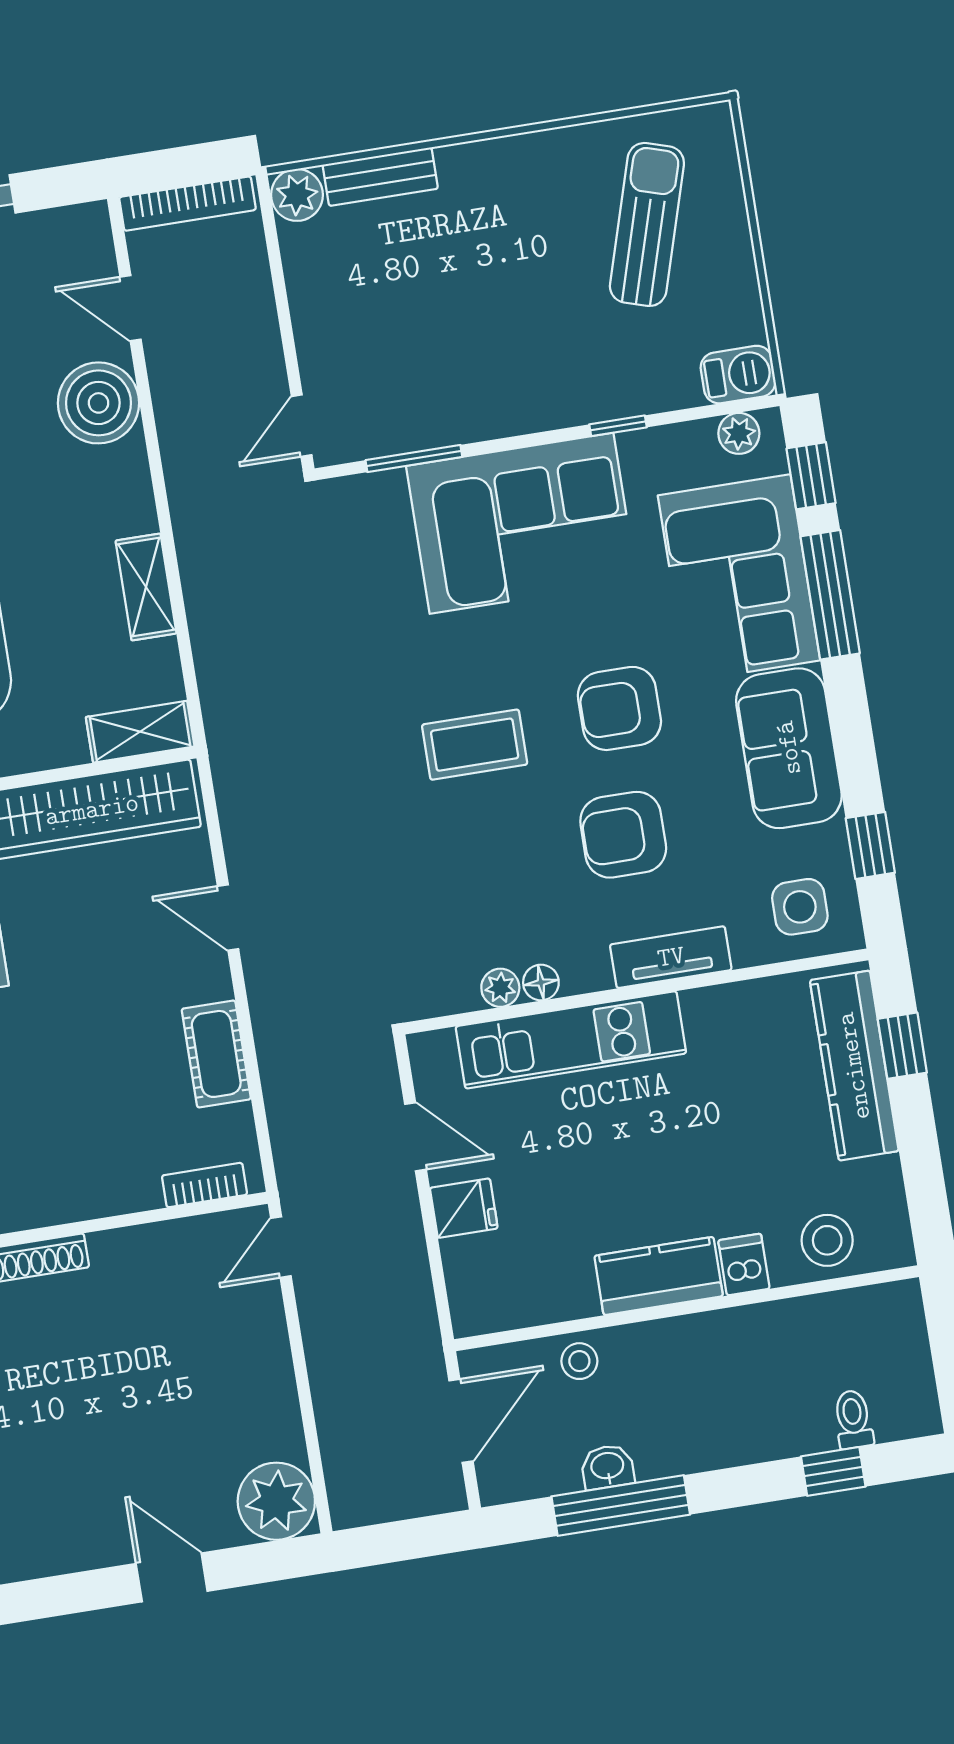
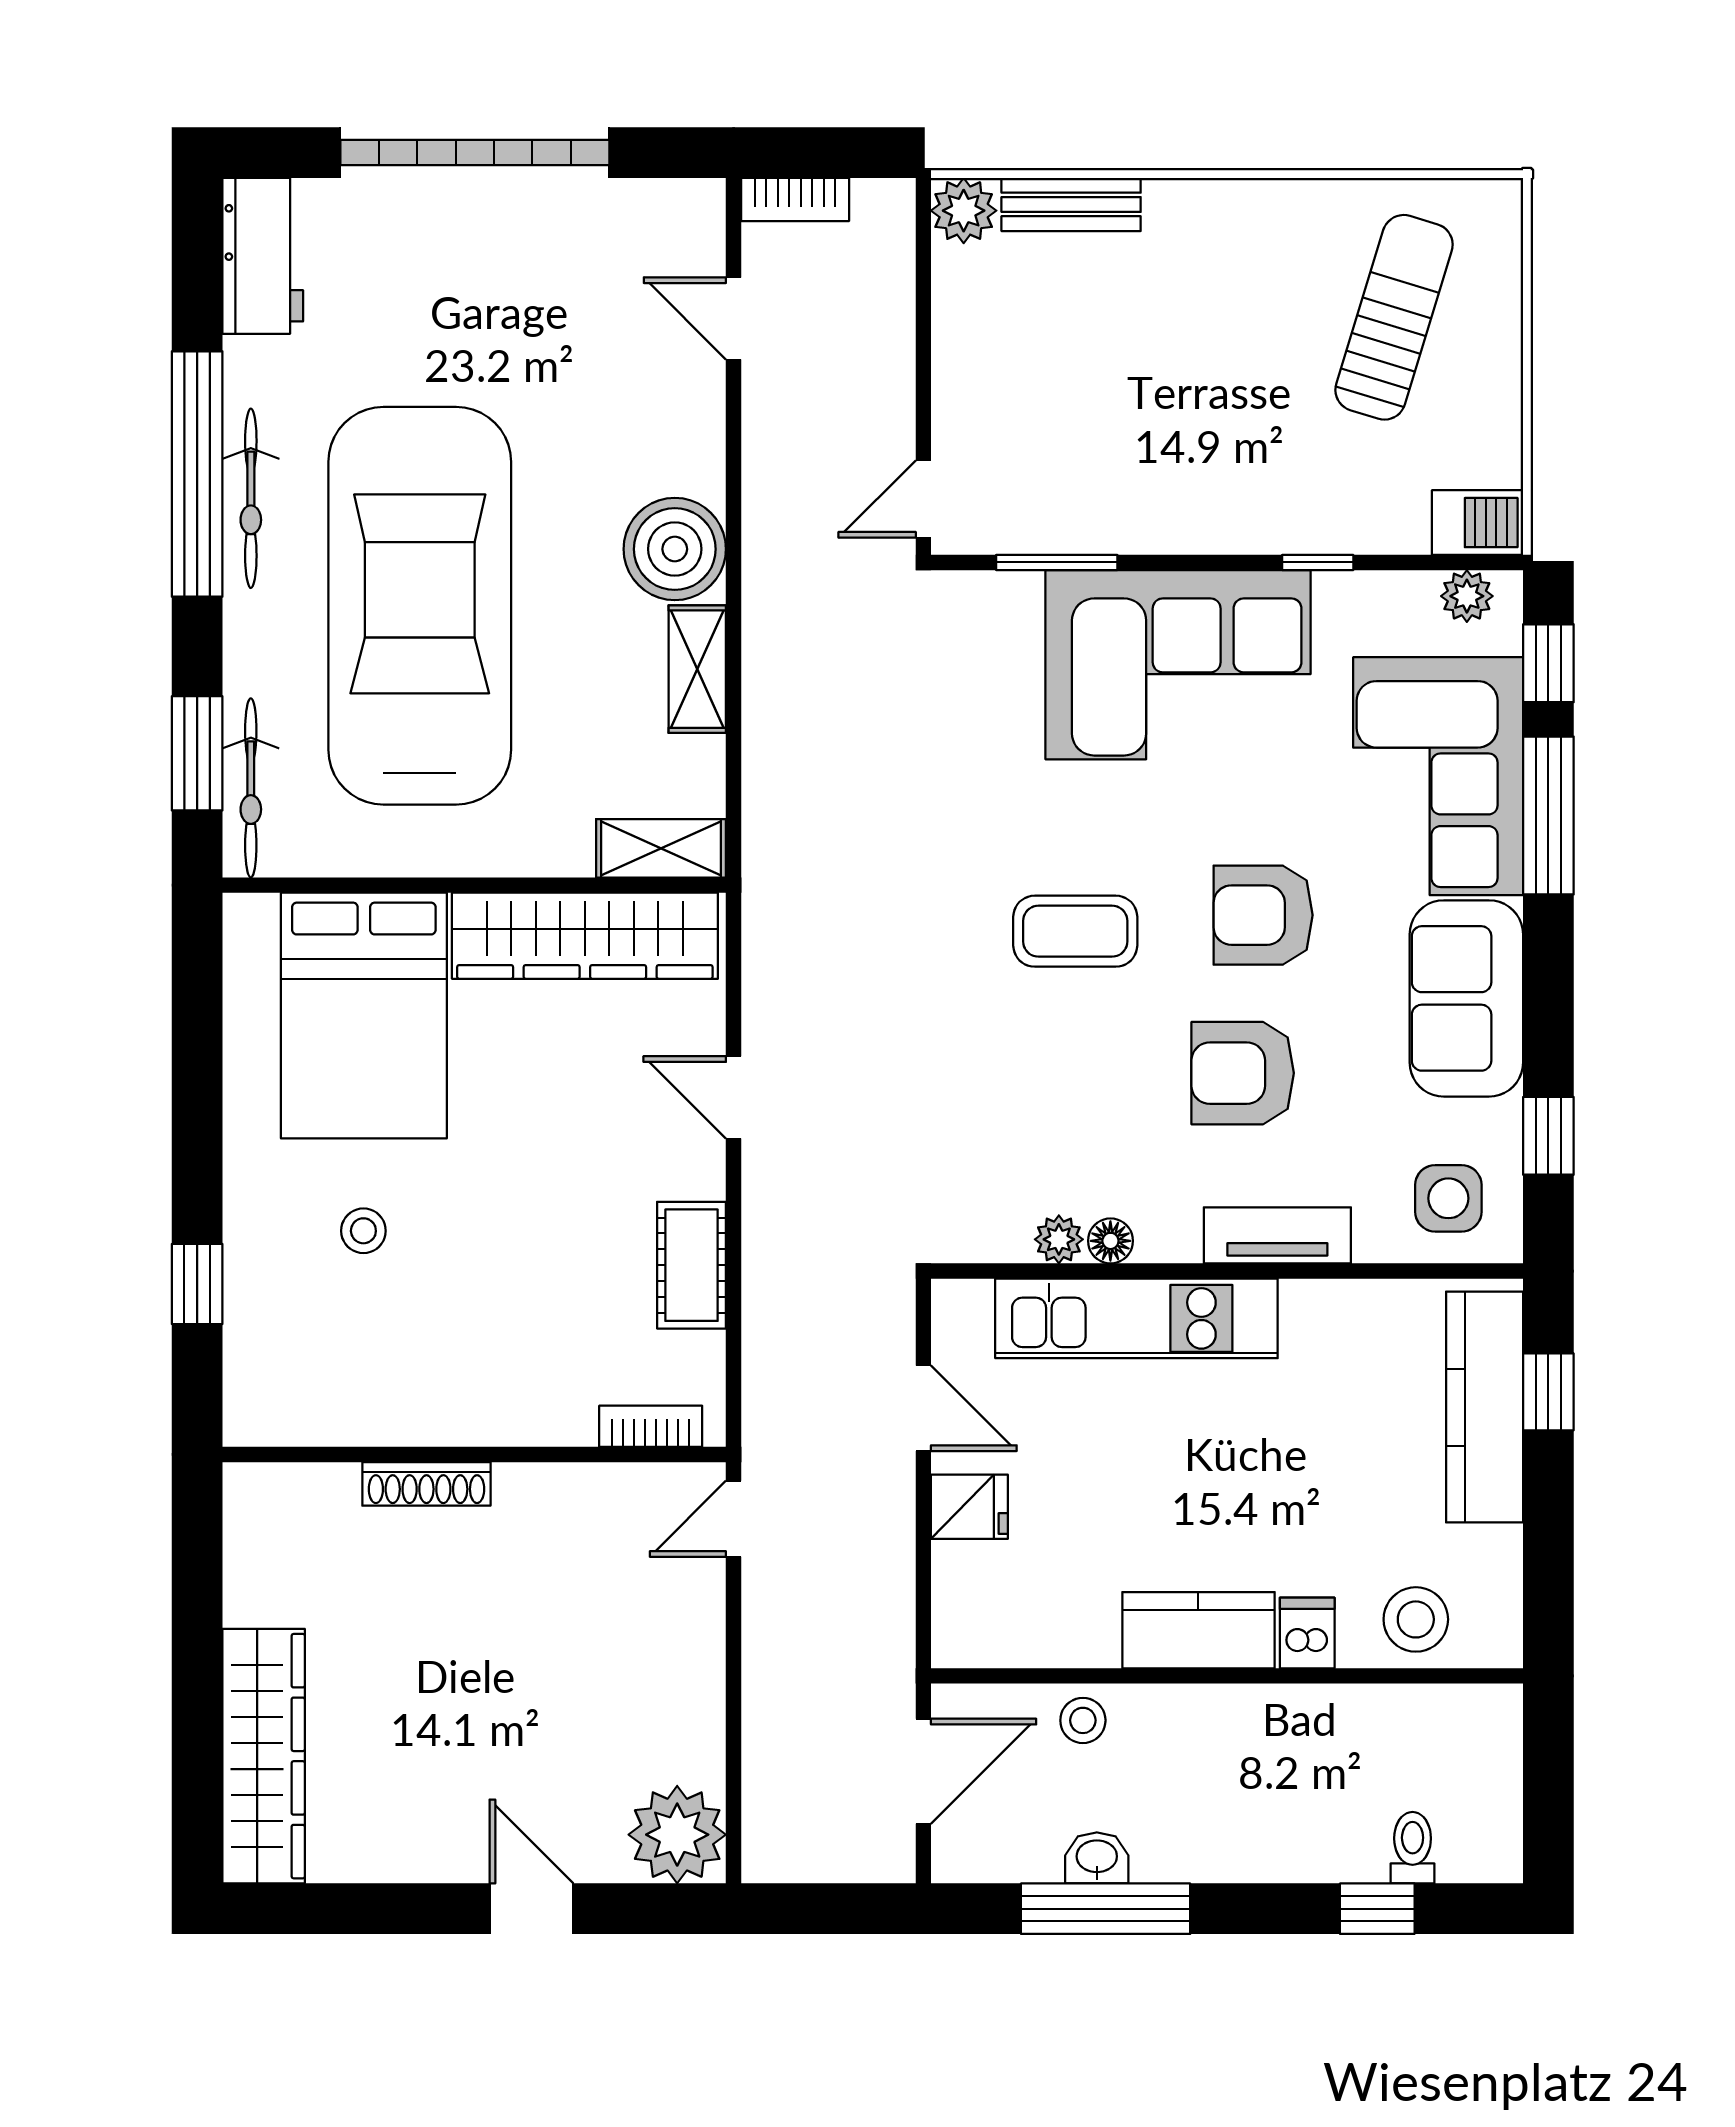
bookcase: (187, 204) -> (795, 199), width x0.64
boiler: (99, 403) -> (675, 549), moved

